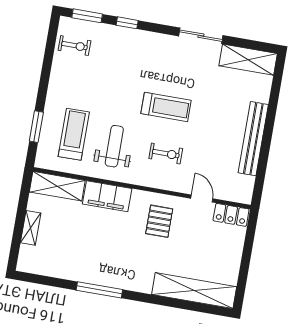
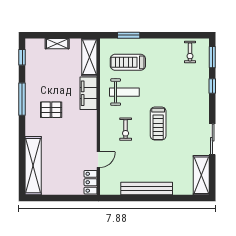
treadmill: (74, 134) -> (128, 62), turned 180
pallet: (159, 221) -> (51, 110), moved
window: (41, 280) -> (22, 57), added

